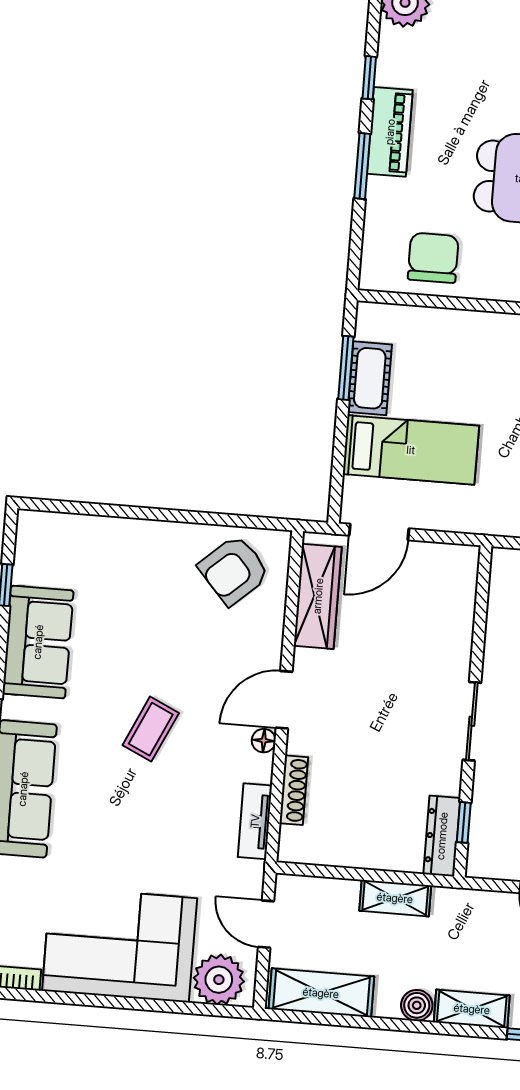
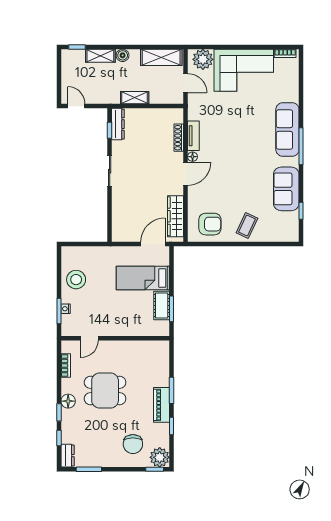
chair: (433, 258) -> (133, 444), moved
armchair: (234, 570) -> (210, 224), turned 42
coffee table: (151, 729) -> (247, 225), moved
tv unit: (255, 821) -> (193, 136), moved

